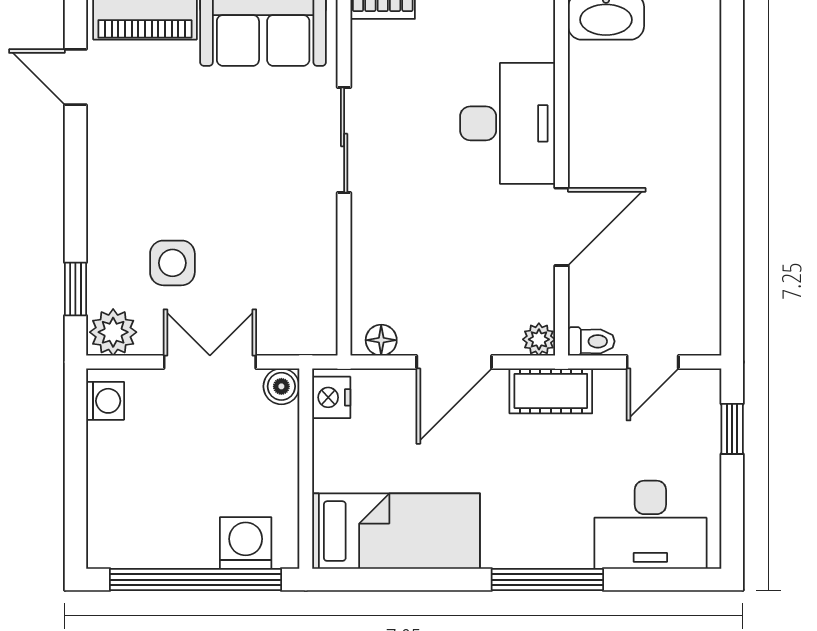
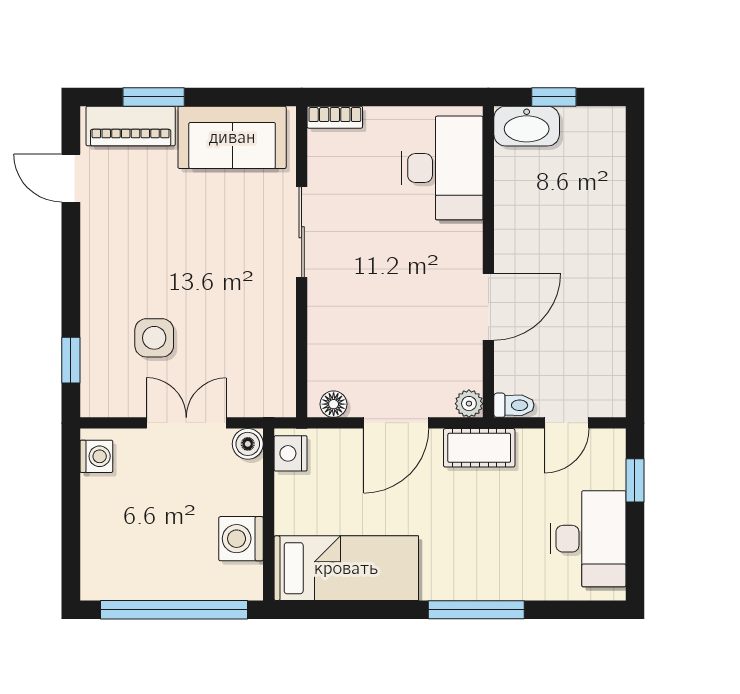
desk: (508, 123) -> (442, 168), moved
plant: (113, 332) -> (103, 397), removed
desk: (650, 525) -> (588, 539), moved, turned -90
washing machine: (246, 543) -> (241, 539), moved, turned -90

